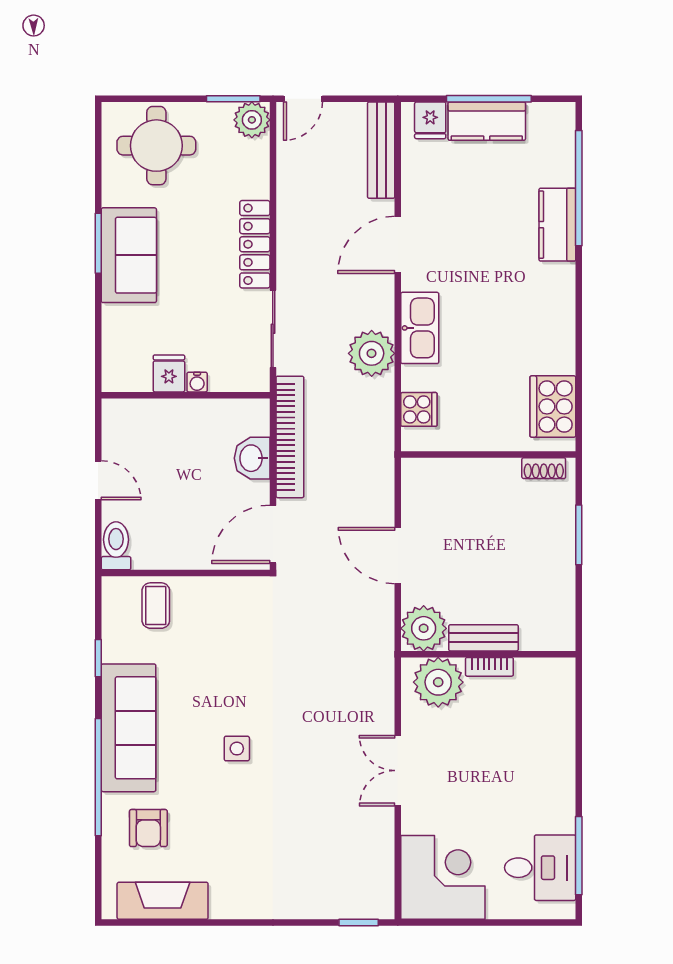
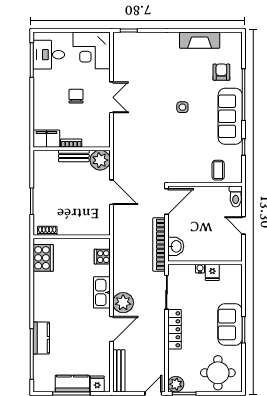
plant: (372, 353) -> (123, 303), moved
washbasin: (252, 458) -> (176, 246), moved
filing cabinet: (545, 677) -> (46, 139), added
plant: (438, 682) -> (94, 136), removed
chair: (478, 774) -> (76, 96), added
fireplace: (163, 901) -> (200, 40), moved

